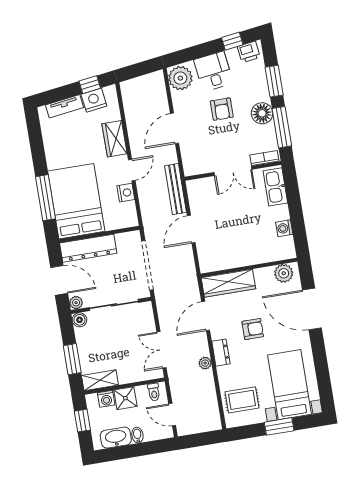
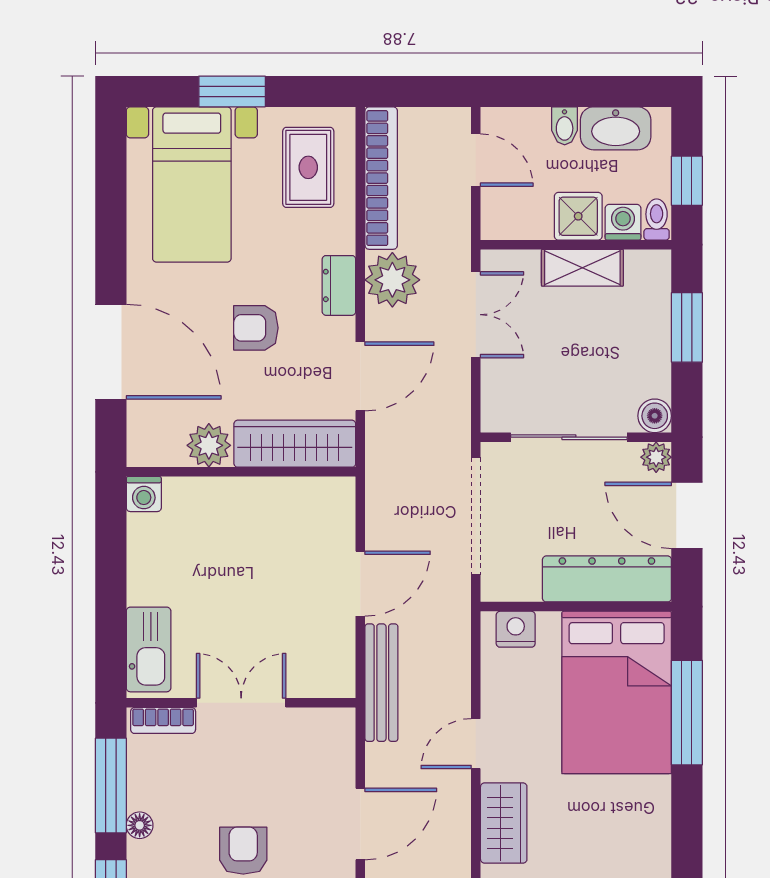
floor lamp: (262, 113) -> (140, 825), width x0.53, depth x0.53
nightstand: (126, 193) -> (516, 629), moved, turned 90
washing machine: (284, 228) -> (144, 494), moved, turned 90
plant: (284, 273) -> (209, 445), moved
plant: (205, 363) -> (392, 280), width x1.88, depth x1.88
shelving: (100, 380) -> (582, 268), moved
toilet: (154, 392) -> (657, 220), moved
bookcase: (211, 400) -> (381, 178), added
rug: (242, 400) -> (308, 167), turned 90

